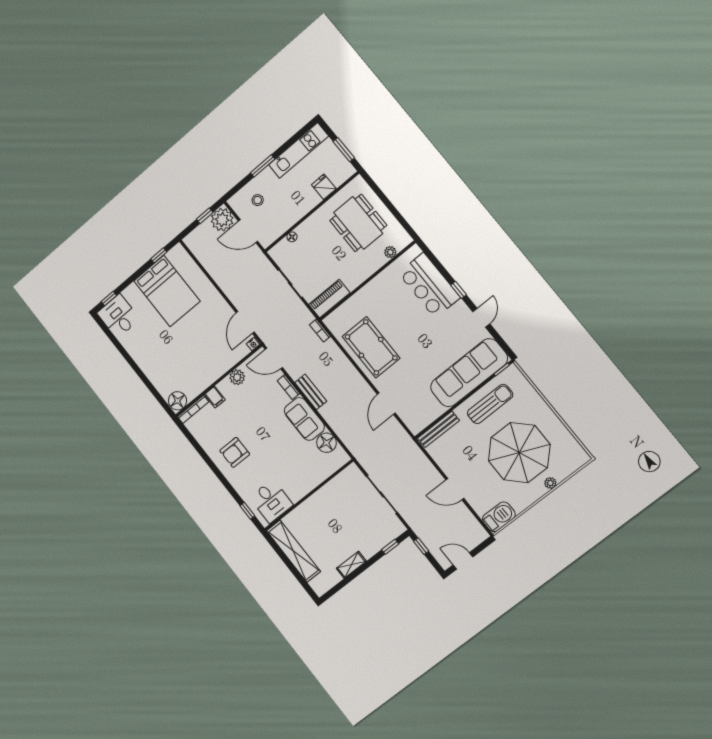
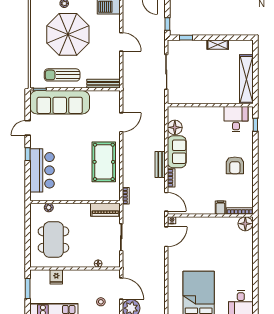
plant: (237, 377) -> (197, 208), removed
armchair: (235, 452) -> (235, 165), turned 90

